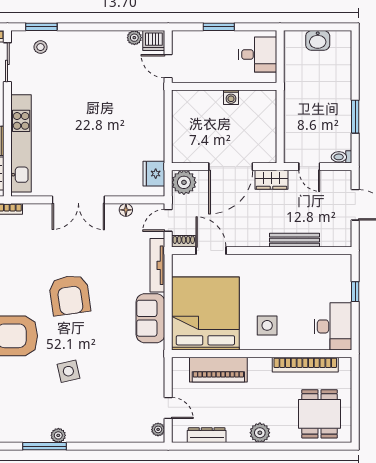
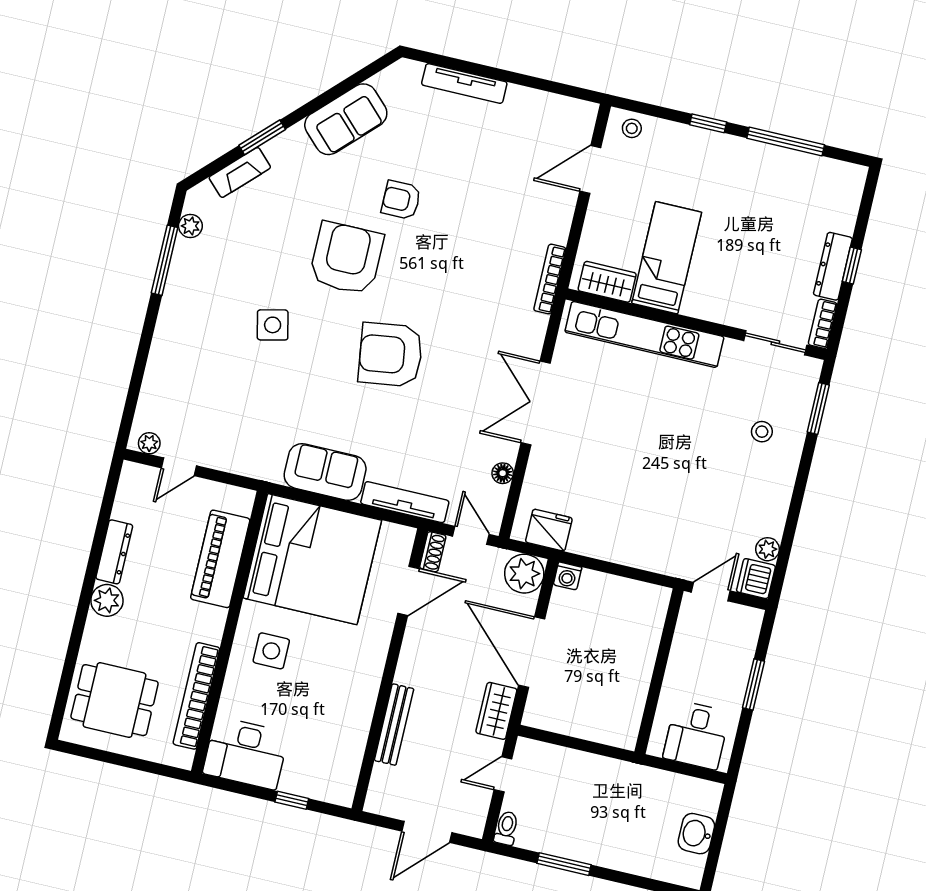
stool: (41, 47) -> (762, 432), moved
washing machine: (231, 97) -> (567, 576), moved, turned -90
plant: (58, 435) -> (190, 226), moved
dresser: (207, 435) -> (114, 552), moved

